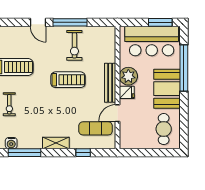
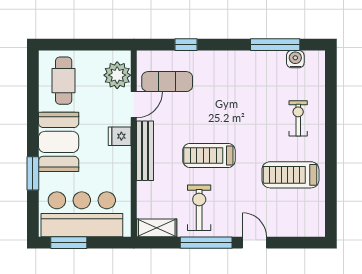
window: (184, 68) -> (33, 173), width x0.47
plant: (128, 76) -> (117, 75), moved
shelving: (56, 143) -> (157, 228), moved

